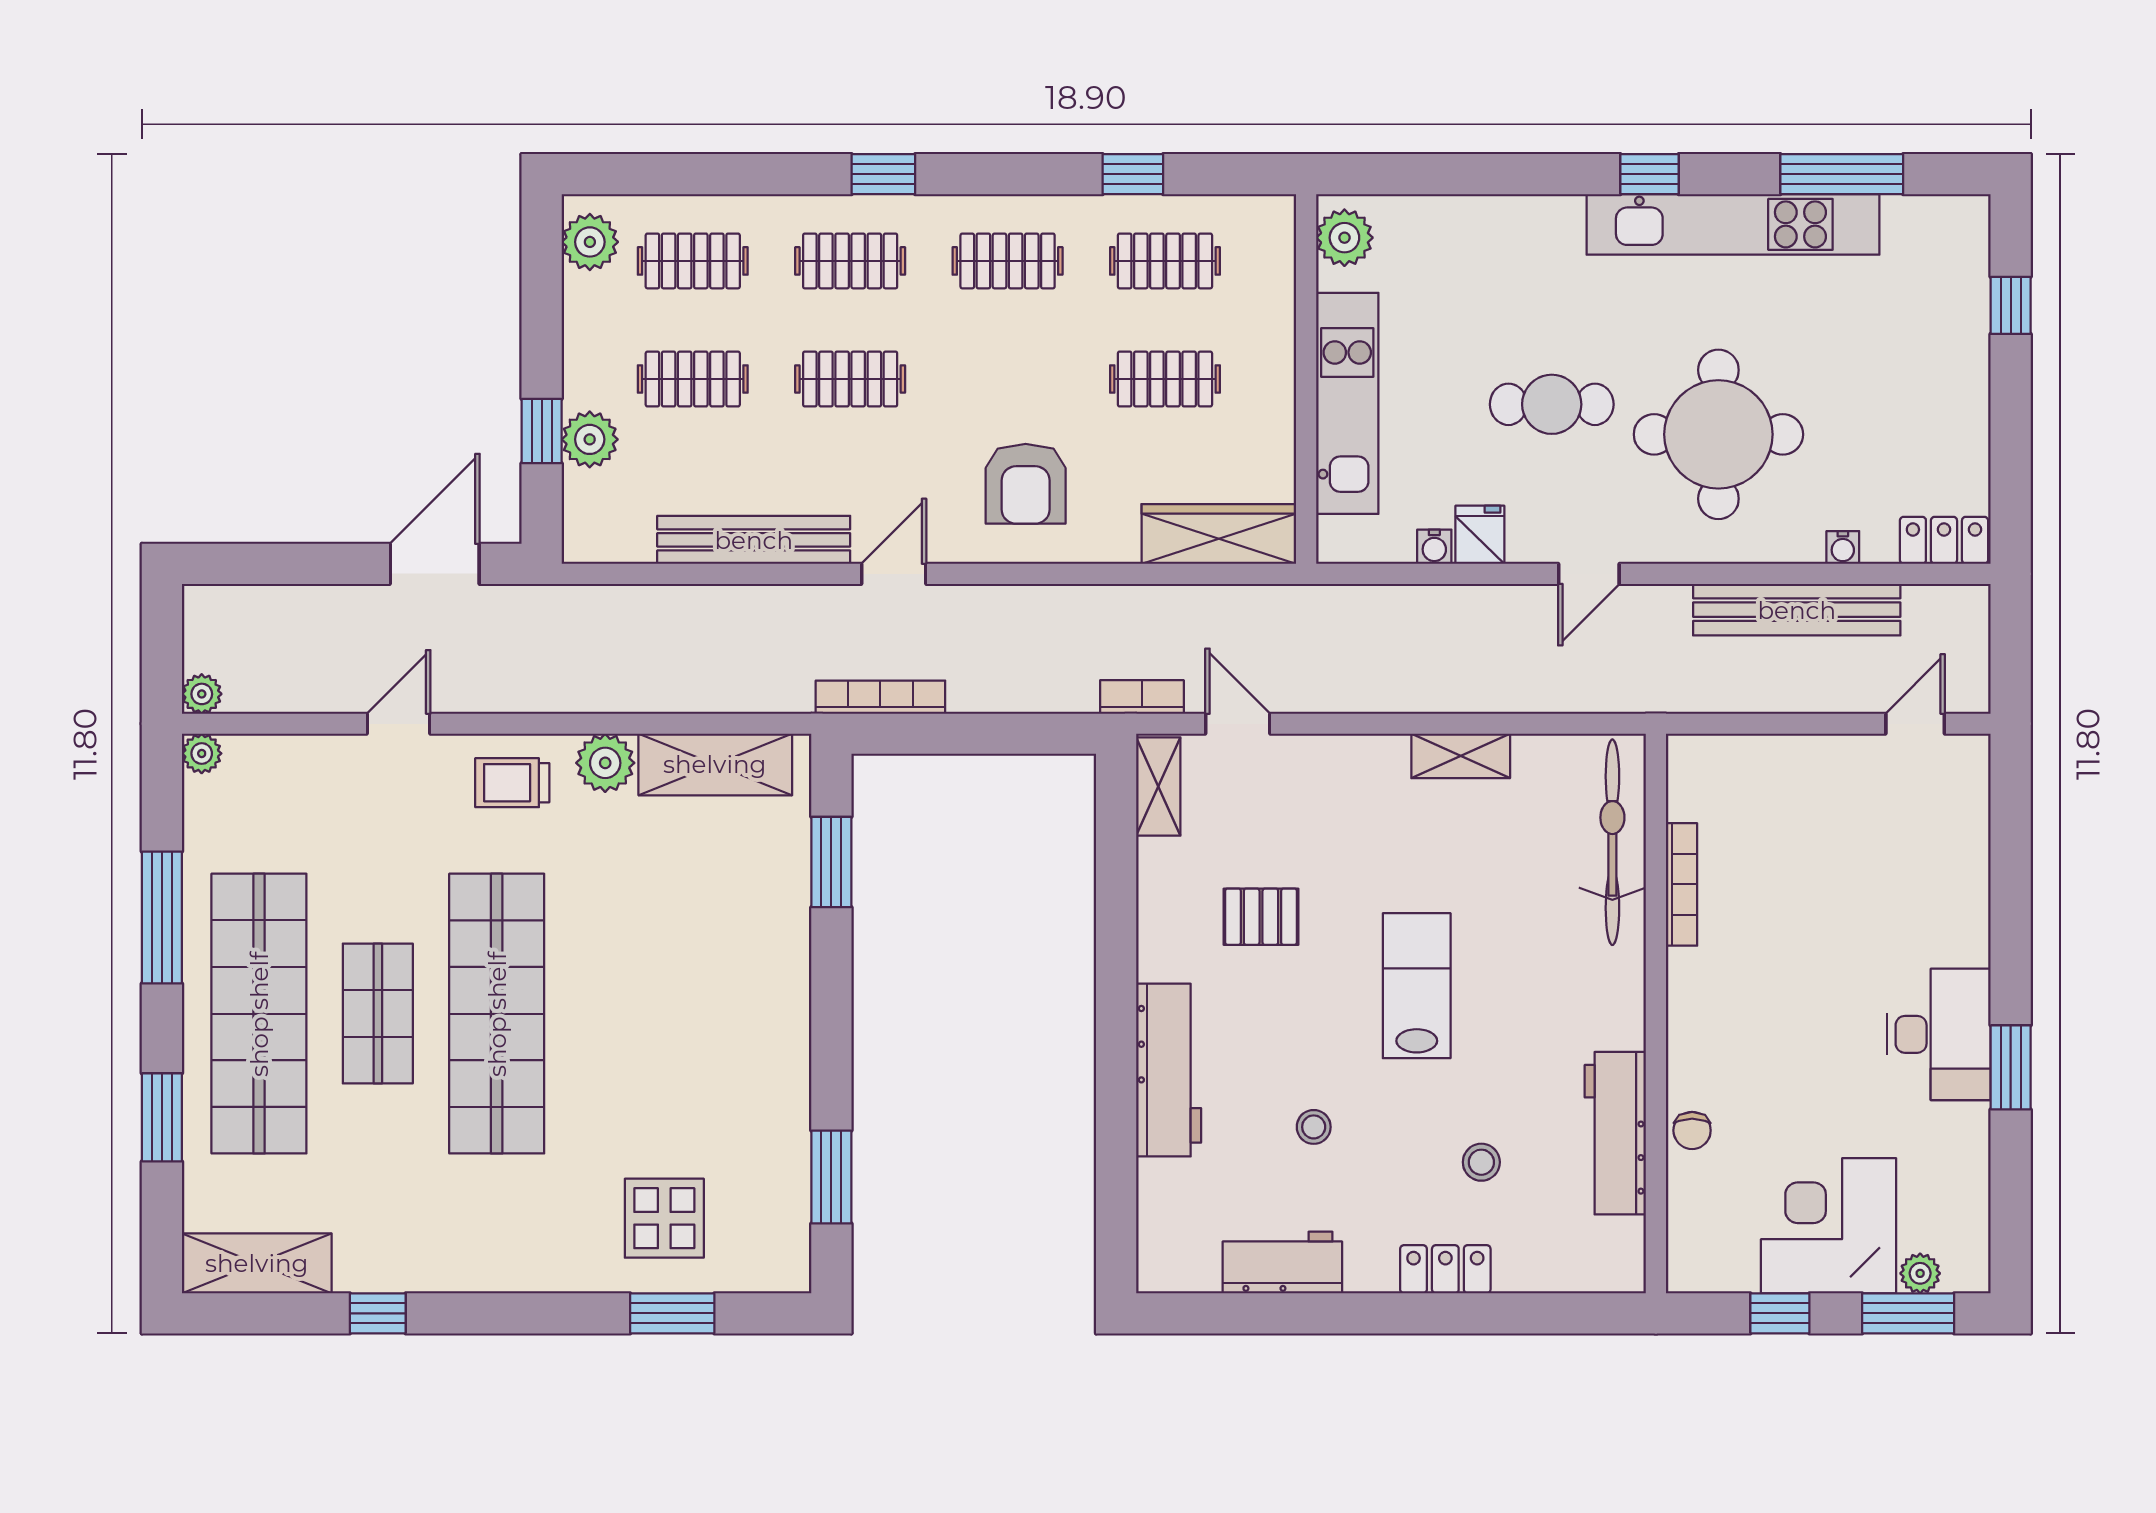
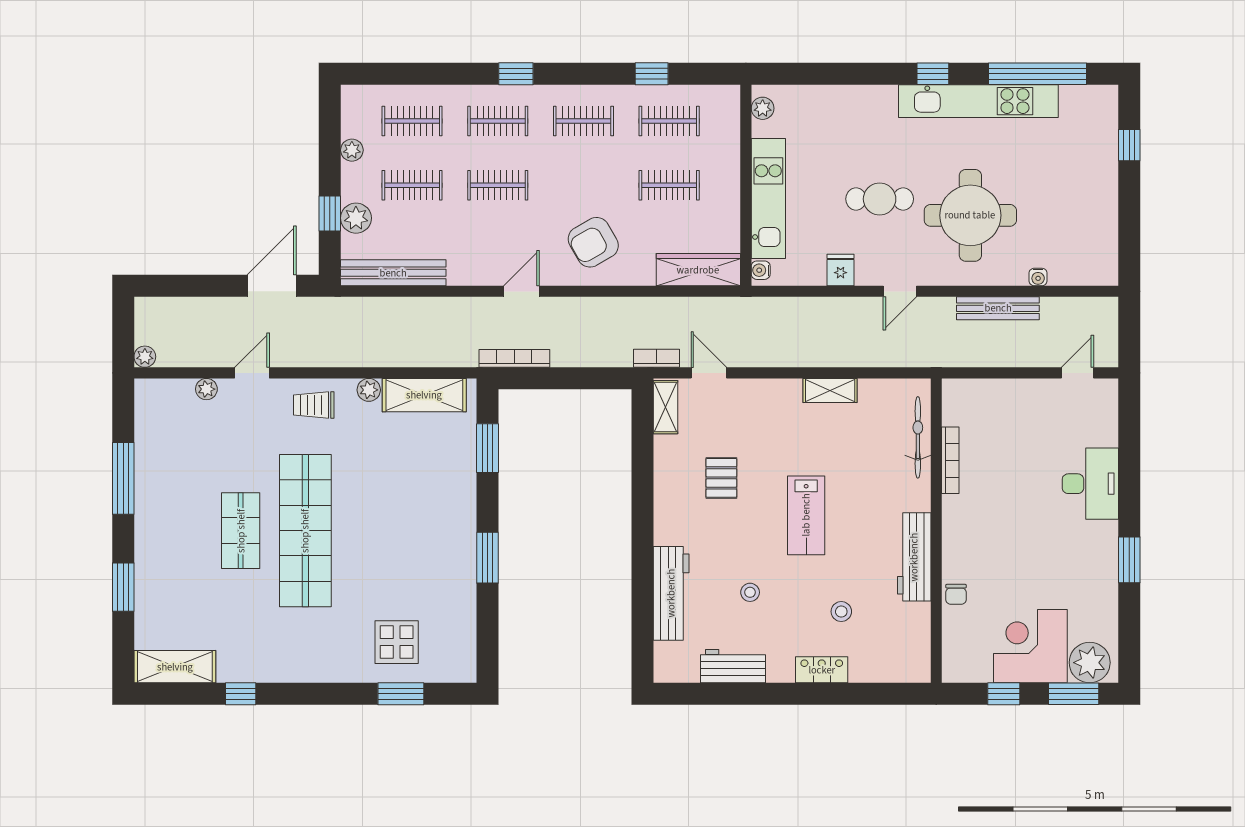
window: (1842, 174) -> (1038, 74), width x1.46
plant: (1344, 238) -> (763, 108), width x0.73, depth x0.73
plant: (590, 242) -> (352, 150), moved, width x0.73, depth x0.73
armchair: (1026, 484) -> (593, 242), turned 60
bench: (754, 540) -> (393, 273), moved
locker: (1944, 540) -> (1093, 273), removed
water cooler: (1434, 547) -> (761, 270), moved, turned 90
bench: (1797, 610) -> (998, 308), width x0.73, depth x0.82
plant: (202, 753) -> (206, 389), moved
plant: (605, 763) -> (369, 390), width x0.73, depth x0.73
bicycle: (1612, 842) -> (918, 437), width x0.73, depth x0.71
pallet: (1261, 917) -> (721, 478), turned 90
lab bench: (1417, 986) -> (806, 515), turned 180
shop shelf: (259, 1014) -> (176, 531), removed
desk: (1939, 1034) -> (1090, 484), moved
workbench: (1169, 1070) -> (671, 593), moved
workbench: (1615, 1133) -> (914, 557), moved
window: (831, 1177) -> (488, 558), moved
plant: (1920, 1273) -> (1090, 663), width x1.88, depth x1.88

